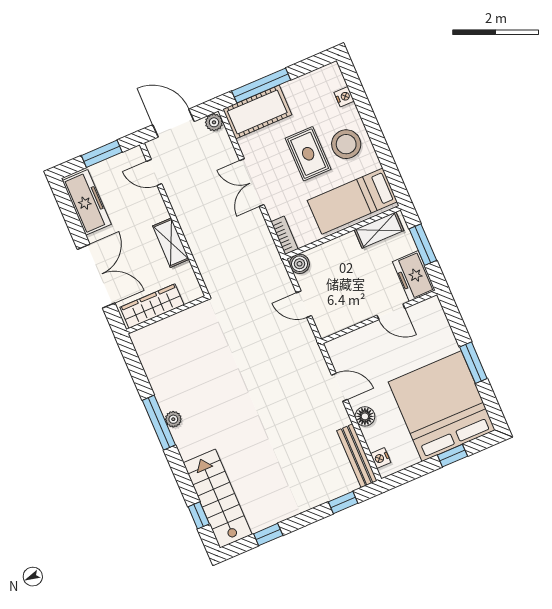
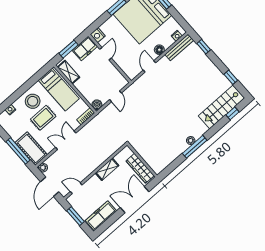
door: (154, 172) -> (76, 188), swing flipped
double door: (252, 183) -> (66, 140), swing flipped
nightstand: (431, 308) -> (98, 35), added

